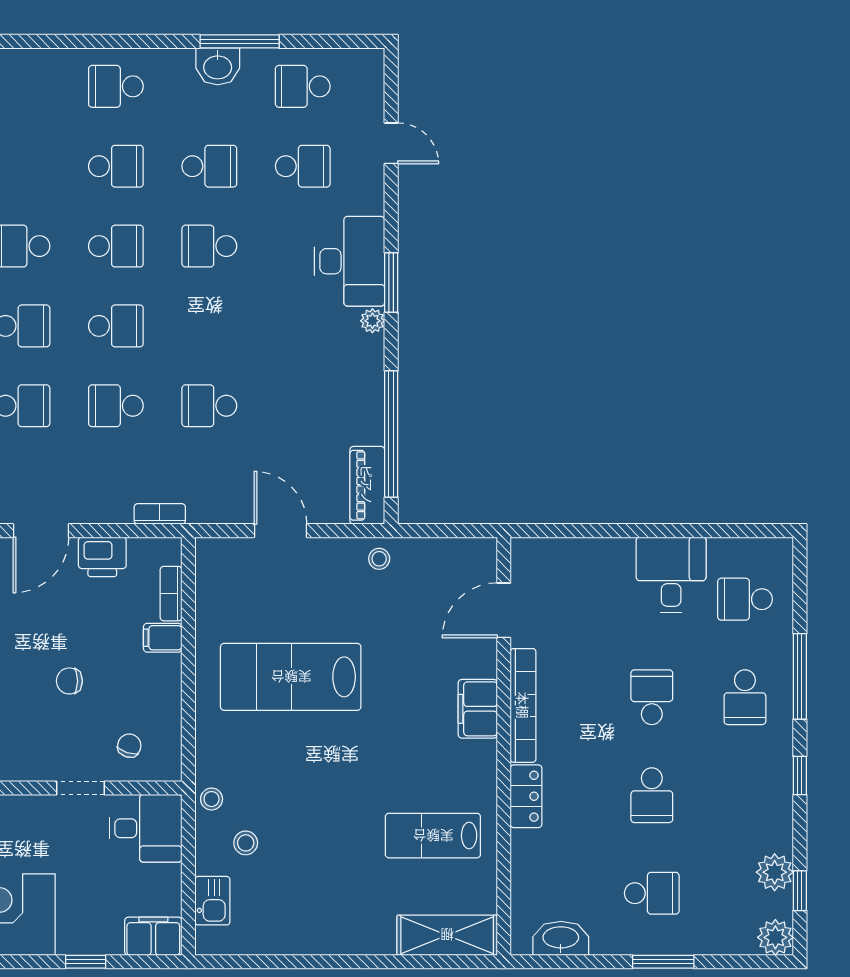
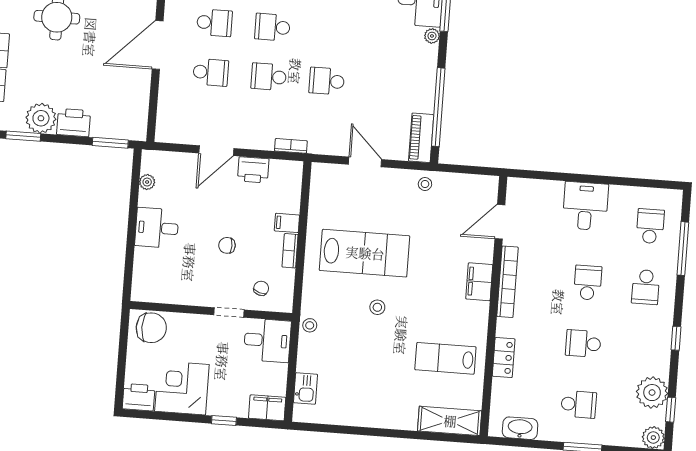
school desk: (116, 326) -> (272, 27), turned 180
desk: (671, 575) -> (585, 206), moved
bookcase: (171, 594) -> (290, 251), moved
school desk: (745, 599) -> (650, 226), turned 90
window: (800, 676) -> (683, 249), moved
lab bench: (291, 677) -> (365, 253), turned 180
school desk: (652, 795) -> (583, 343), turned 90
locker: (526, 796) -> (504, 358), moved
stool: (246, 843) -> (377, 307), moved
plant: (775, 872) -> (652, 393), width x1.36, depth x1.36

